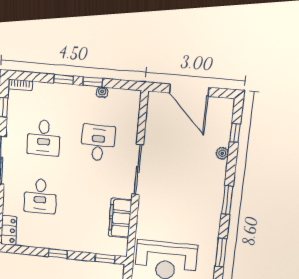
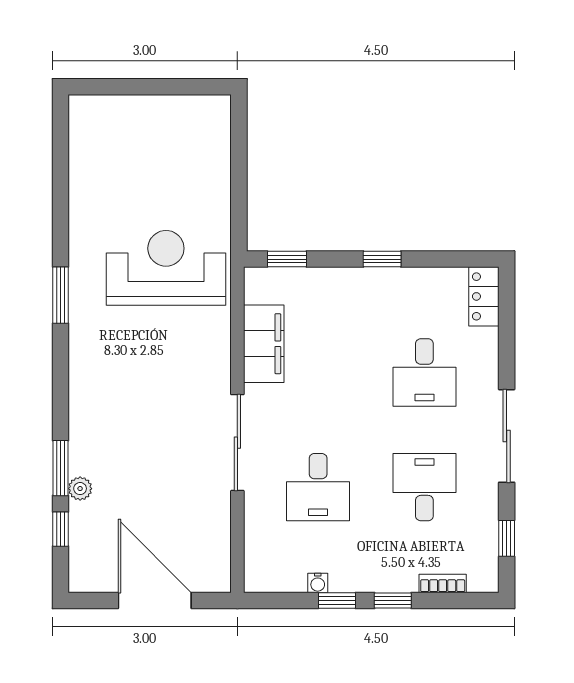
bookcase: (20, 85) -> (443, 583), moved
desk: (40, 196) -> (424, 372), turned 180
window: (227, 200) -> (60, 468), moved

